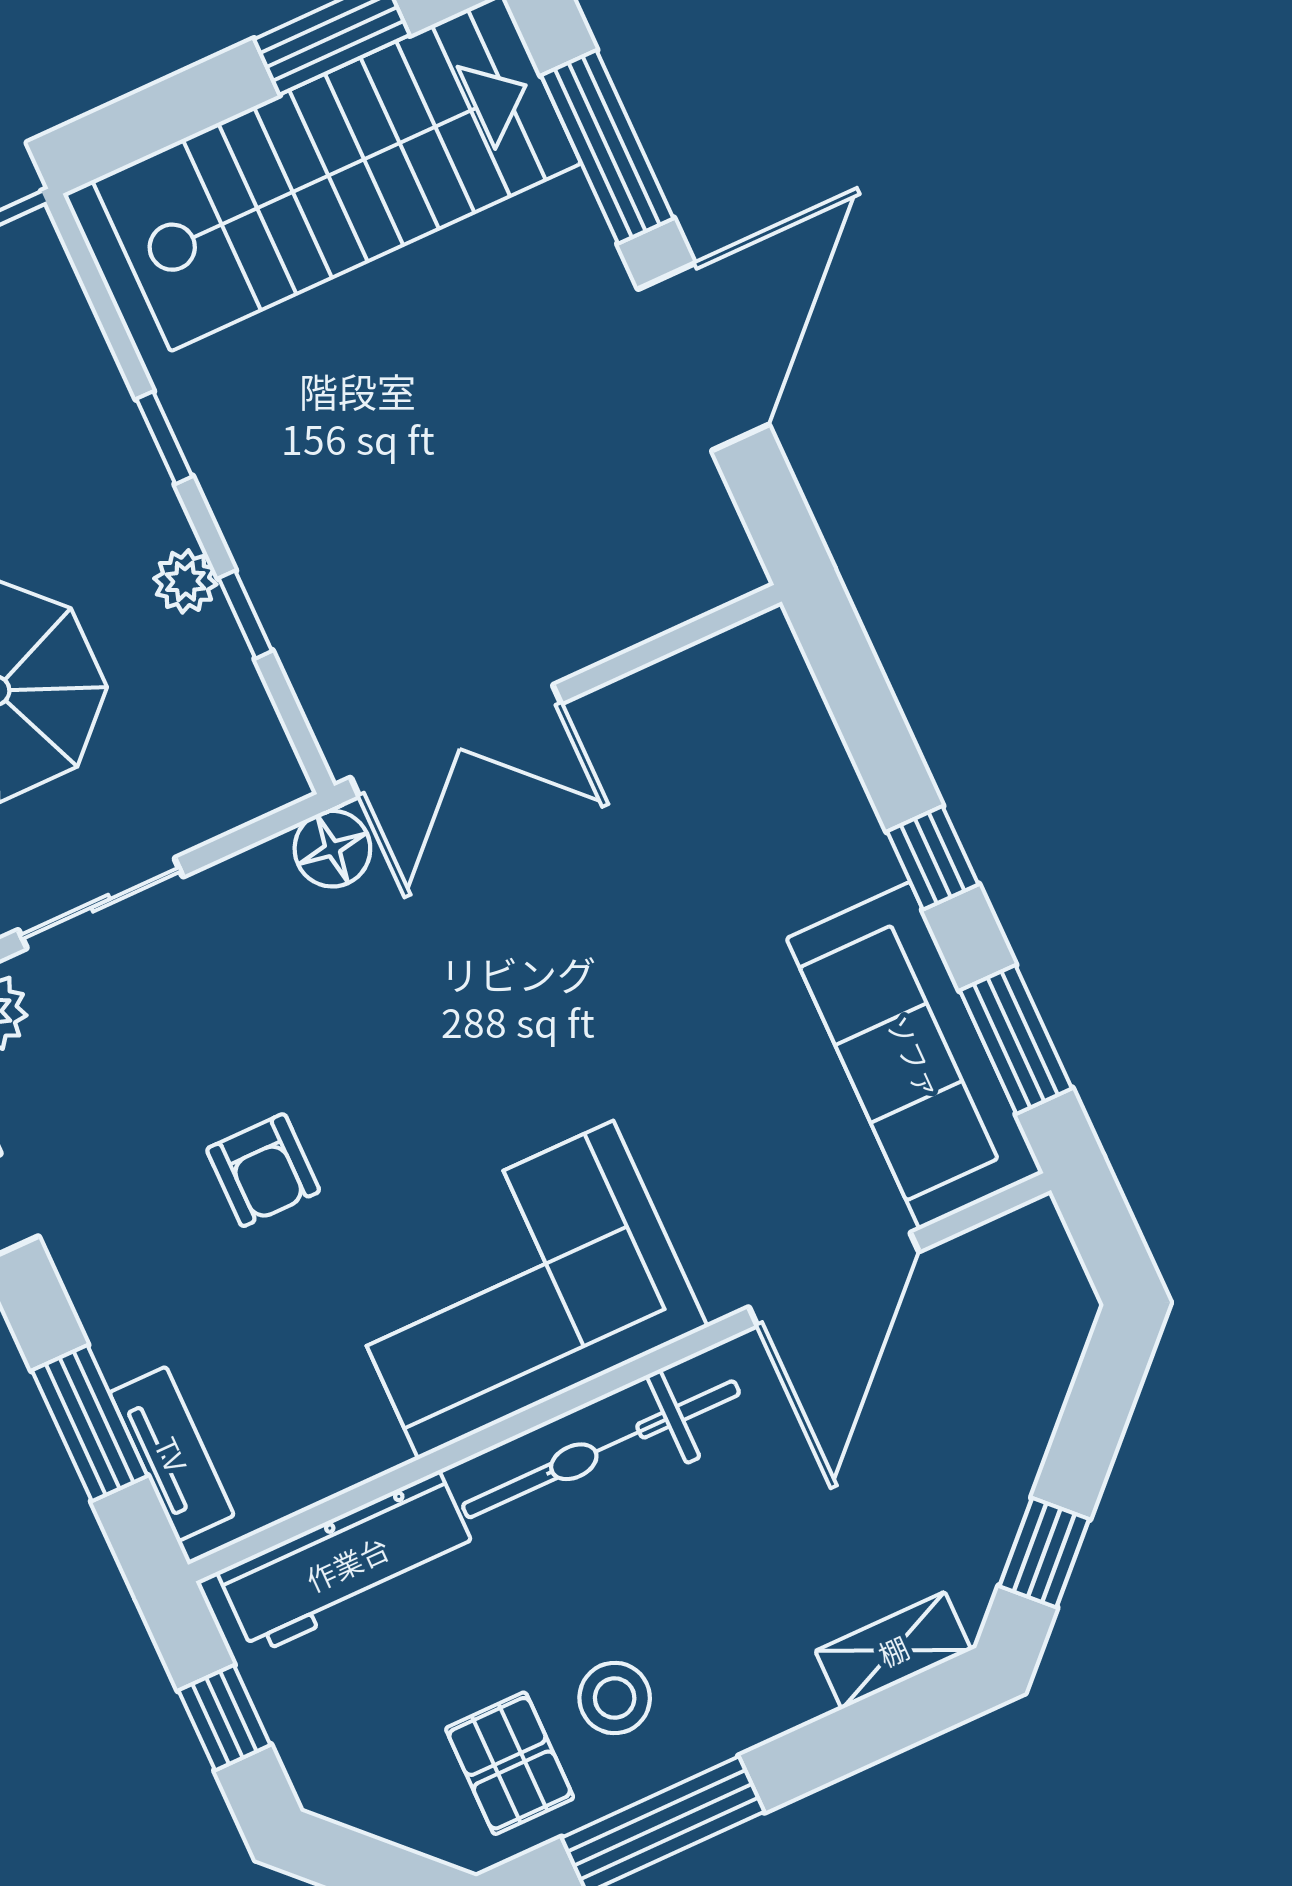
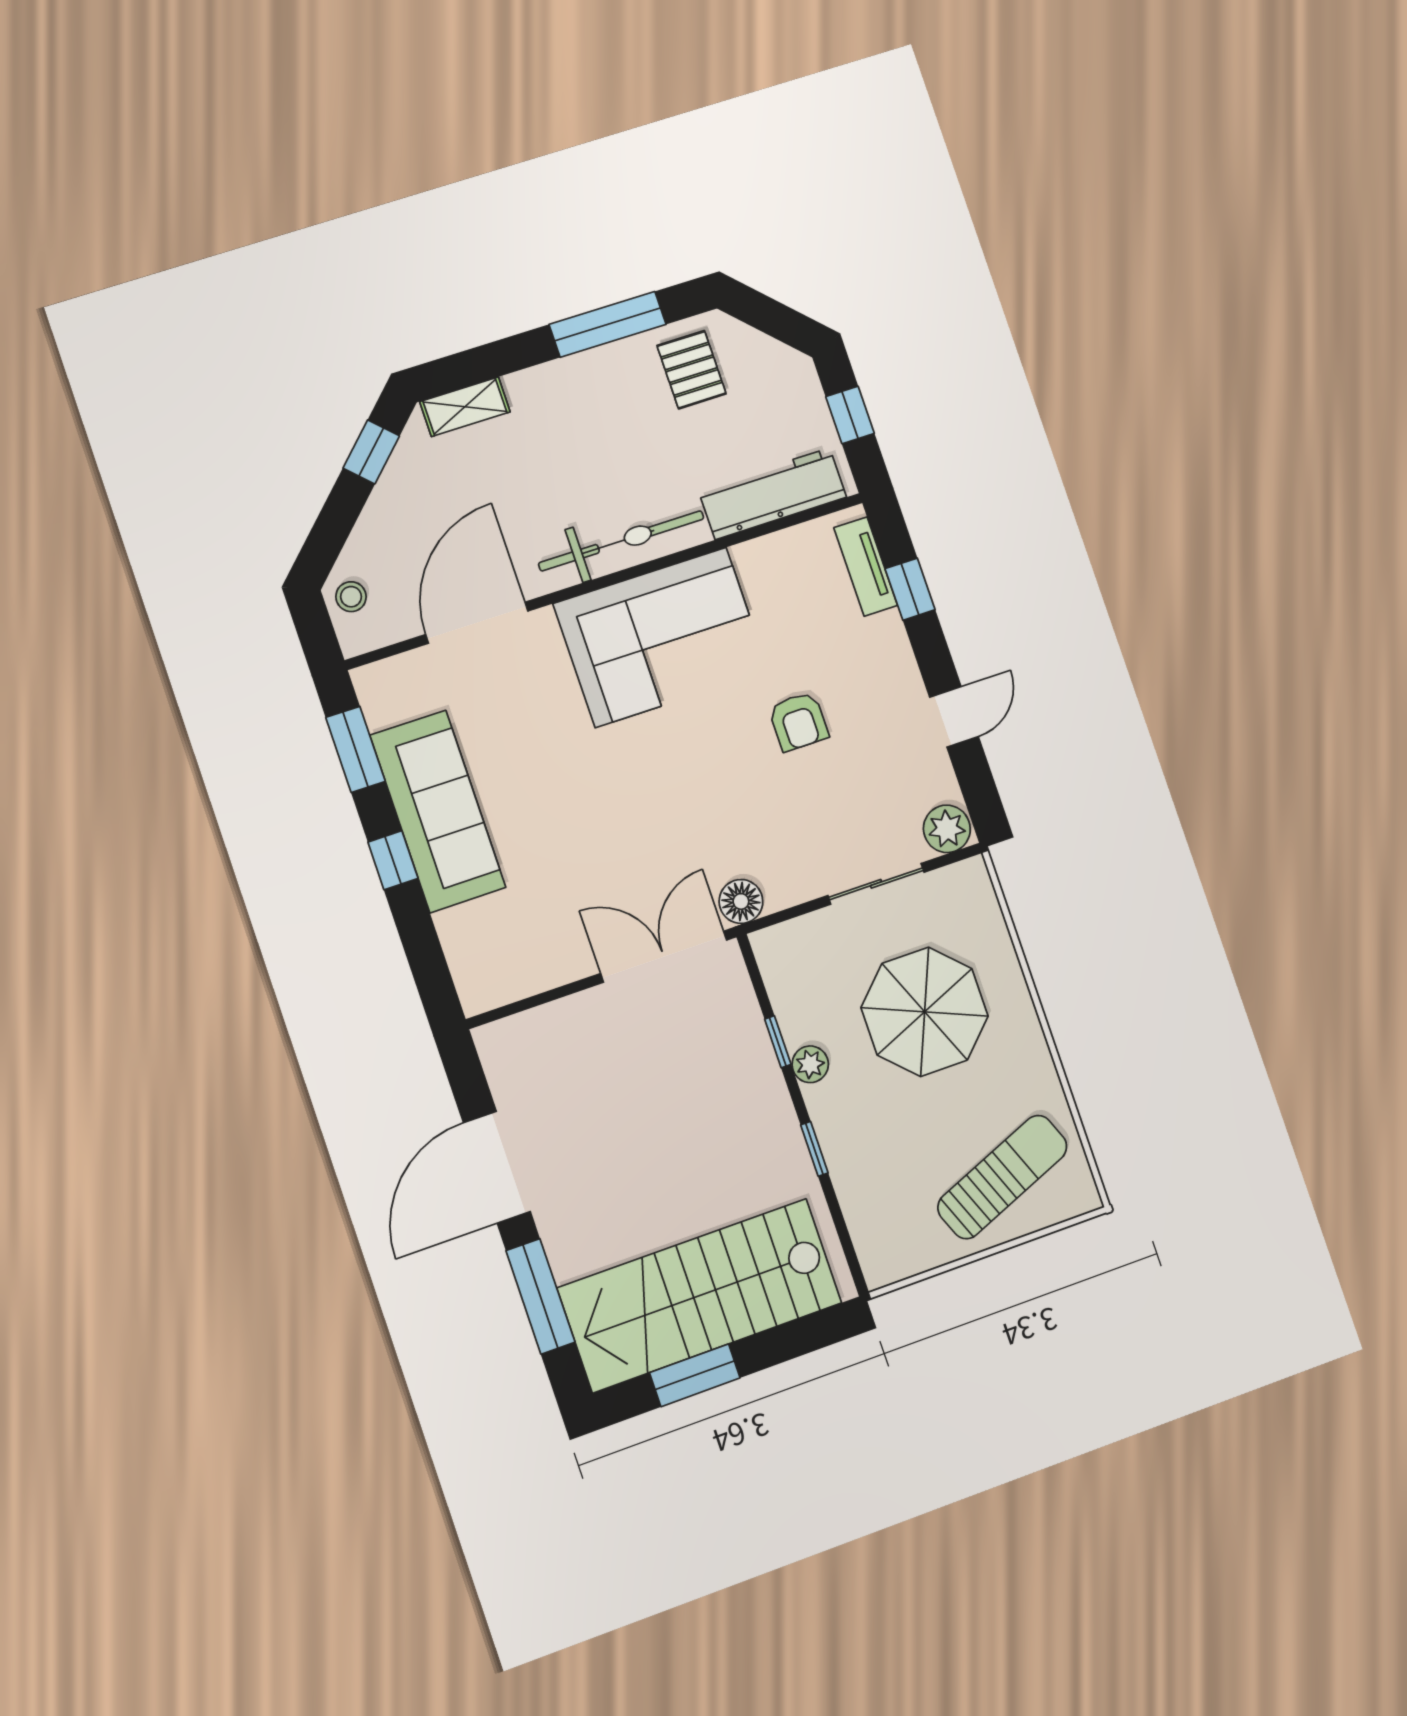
sofa: (915, 1056) -> (438, 811), moved
armchair: (263, 1170) -> (798, 721), turned 180
window: (90, 1423) -> (910, 589), width x0.67
stool: (615, 1698) -> (351, 597), moved, width x0.73, depth x0.73

